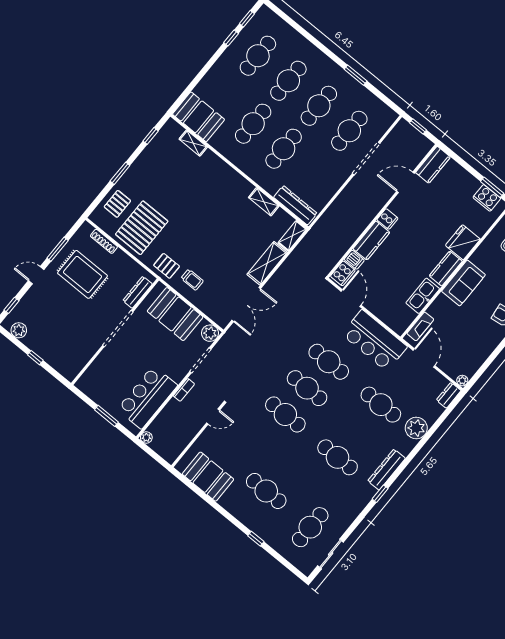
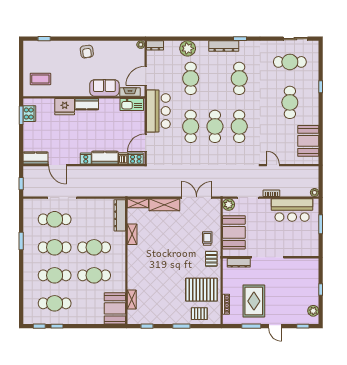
sofa: (464, 283) -> (104, 88), moved
kitchen sink: (423, 296) -> (132, 105), moved

